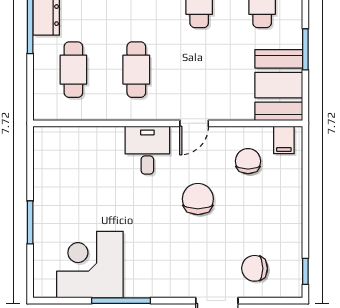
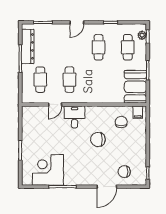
door: (194, 123) -> (55, 105), moved
chair: (198, 199) -> (98, 140), turned -90

